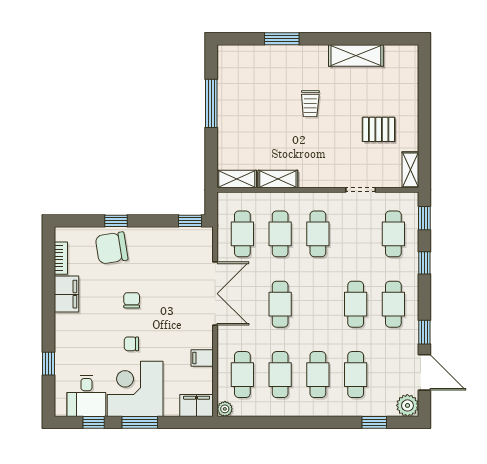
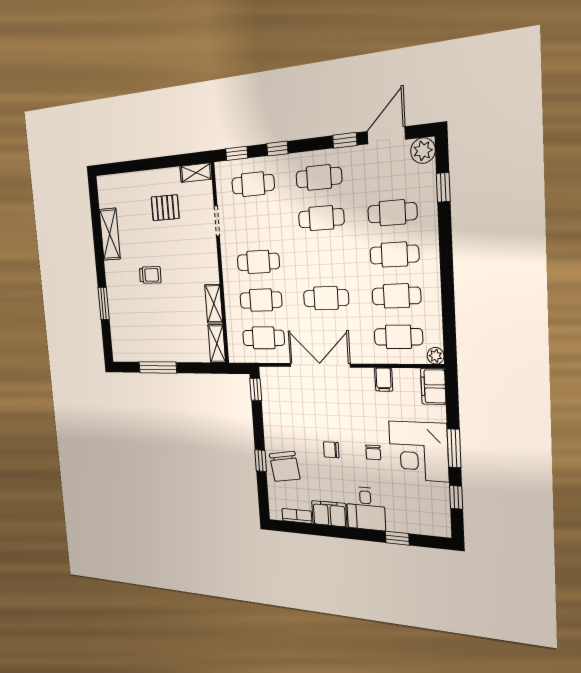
pallet: (379, 129) -> (165, 208), turned 90
desk: (86, 396) -> (366, 509), moved, turned 90

